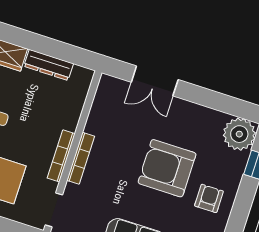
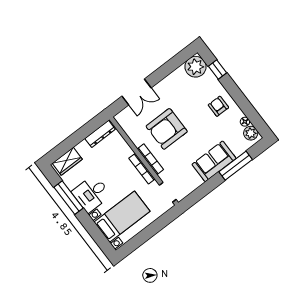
dresser: (49, 65) -> (100, 134), moved
armchair: (167, 168) -> (167, 129), moved

